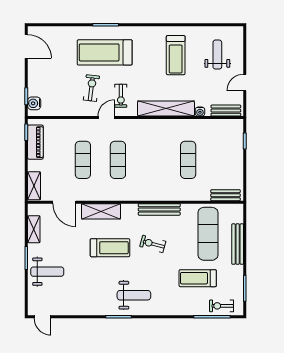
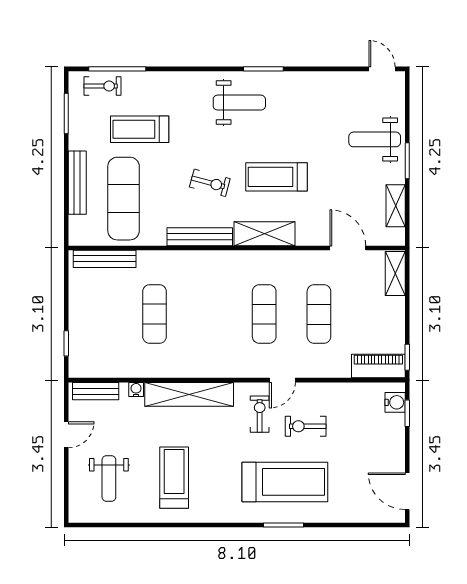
exercise bike: (91, 88) -> (306, 426), turned 83
piano: (35, 142) -> (378, 366), moved, turned 90
bench: (225, 195) -> (105, 259), width x1.36
shelving: (101, 211) -> (264, 234), moved
treadmill: (198, 278) -> (140, 129), turned 180
weight bench: (134, 295) -> (239, 103), turned 180

